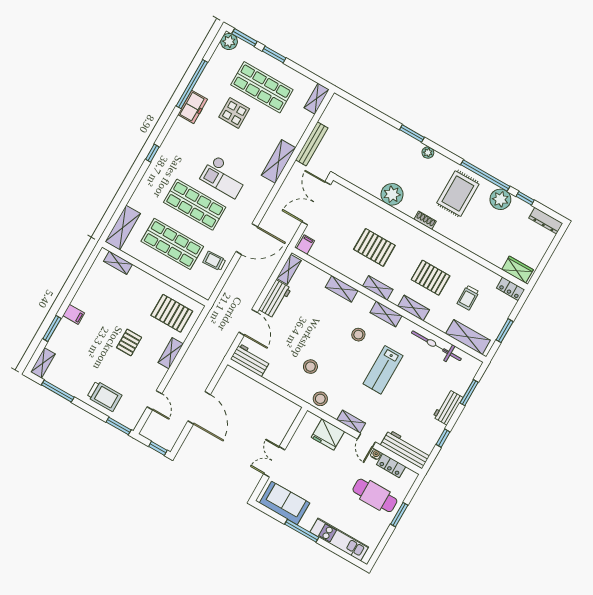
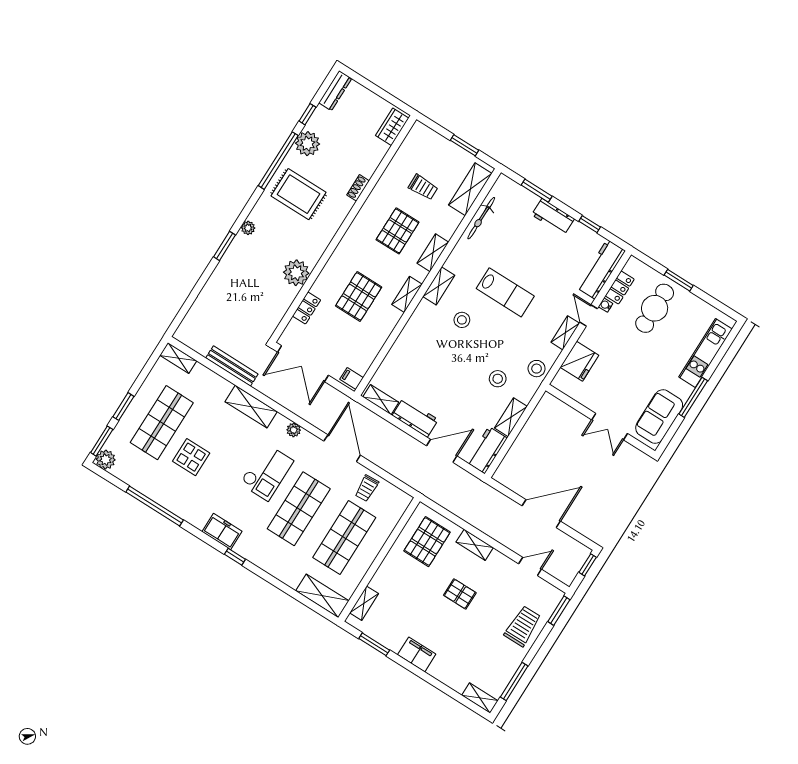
freezer: (193, 107) -> (222, 532), moved
plant: (260, 198) -> (294, 430), added
shoe rack: (425, 220) -> (358, 188), moved
shelving: (342, 289) -> (511, 417), moved
locker: (511, 289) -> (307, 308), moved
filing cabinet: (74, 314) -> (417, 654), width x2.00
window: (52, 329) -> (374, 644), moved
bicycle: (436, 346) -> (481, 218), width x0.73, depth x0.71
door: (366, 441) -> (589, 316), swing flipped

